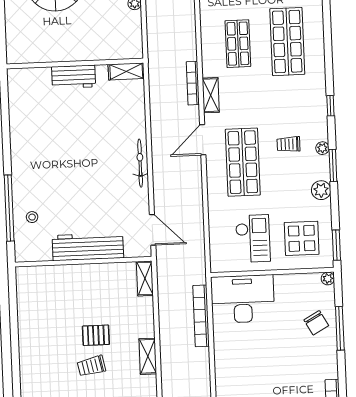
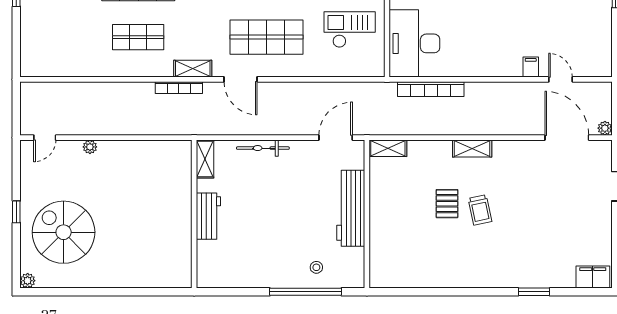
wall: (75, 64) -> (194, 214), moved
shelving: (126, 71) -> (205, 159), moved
workbench: (74, 77) -> (208, 216), moved

